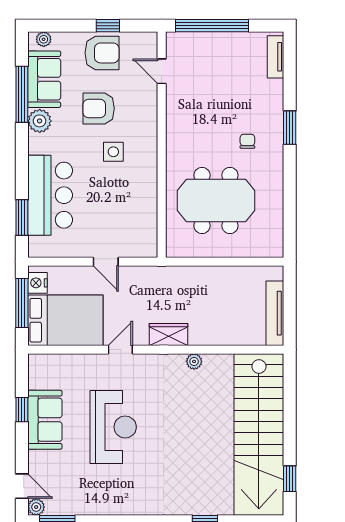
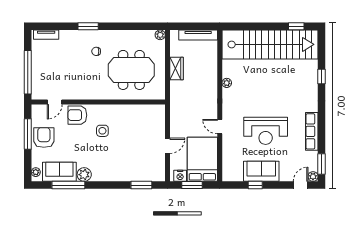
window: (108, 26) -> (28, 134), width x2.17
armchair: (99, 109) -> (77, 115), moved, turned 90
bar counter: (50, 195) -> (128, 168), removed
meeting table: (216, 200) -> (131, 70), turned 90
plant: (275, 249) -> (160, 35), added
door: (106, 262) -> (168, 146), moved
window: (22, 303) -> (192, 185), width x0.69
wardrobe: (168, 334) -> (176, 69), moved, turned 180
reception desk: (113, 427) -> (266, 131), turned 180
row of seats: (112, 505) -> (312, 131), added

